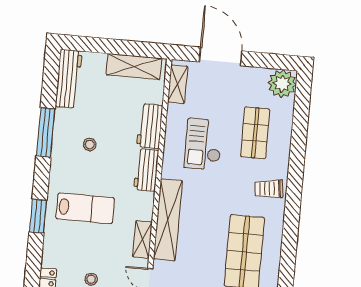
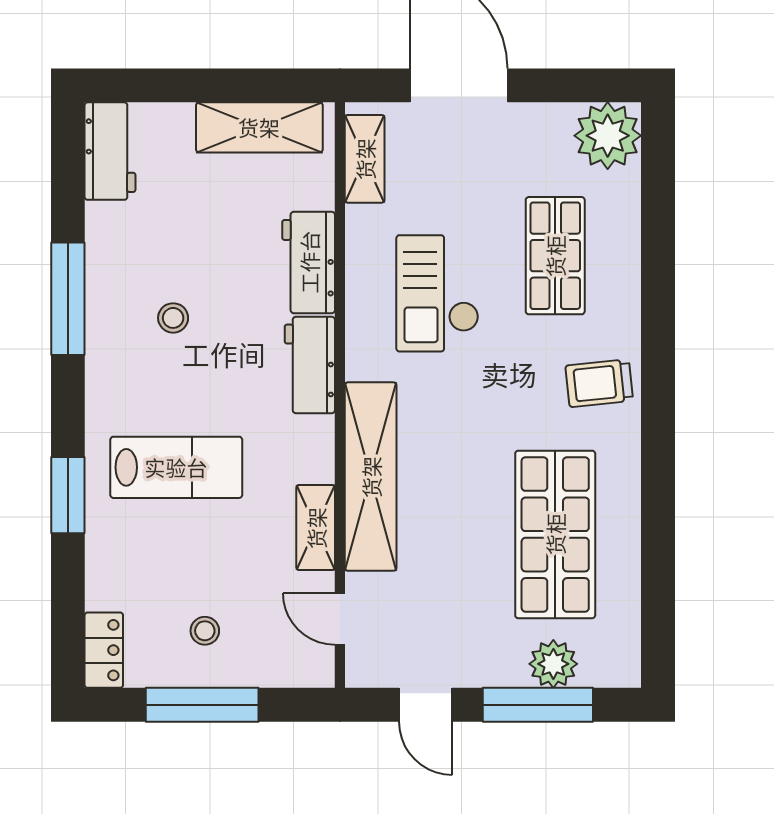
workbench: (69, 79) -> (110, 151), width x0.73

